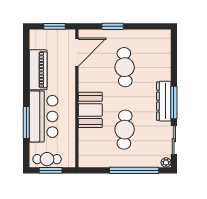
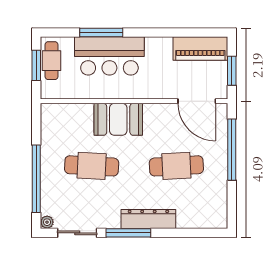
window: (113, 26) -> (232, 150), width x2.11
piano: (38, 70) -> (200, 48), moved
dresser: (164, 101) -> (148, 219), moved

